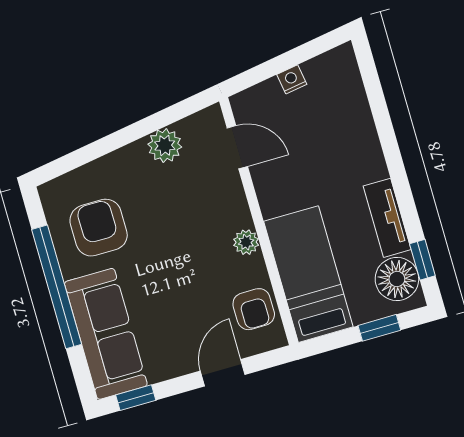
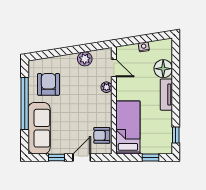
tv unit: (387, 218) -> (166, 95), moved
plant: (246, 242) -> (106, 87), moved
floor lamp: (397, 279) -> (163, 69), moved
armchair: (254, 309) -> (102, 135), turned 90
window: (136, 398) -> (57, 157), moved

